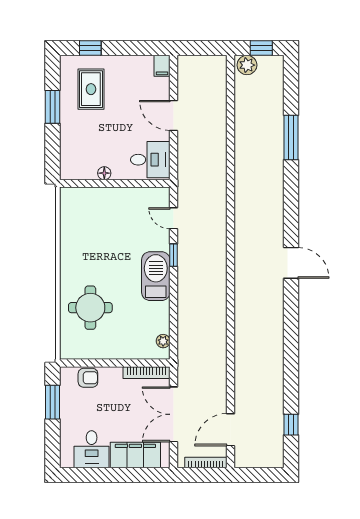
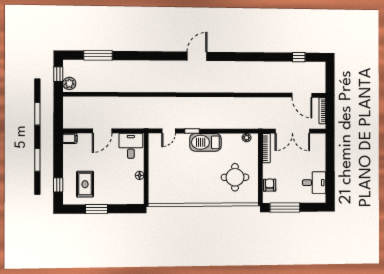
rug: (91, 89) -> (85, 184), turned 90
window: (291, 138) -> (98, 55), moved
round table: (90, 308) -> (235, 177), moved
window: (53, 402) -> (285, 207), width x1.44
filing cabinet: (135, 455) -> (318, 155), removed

